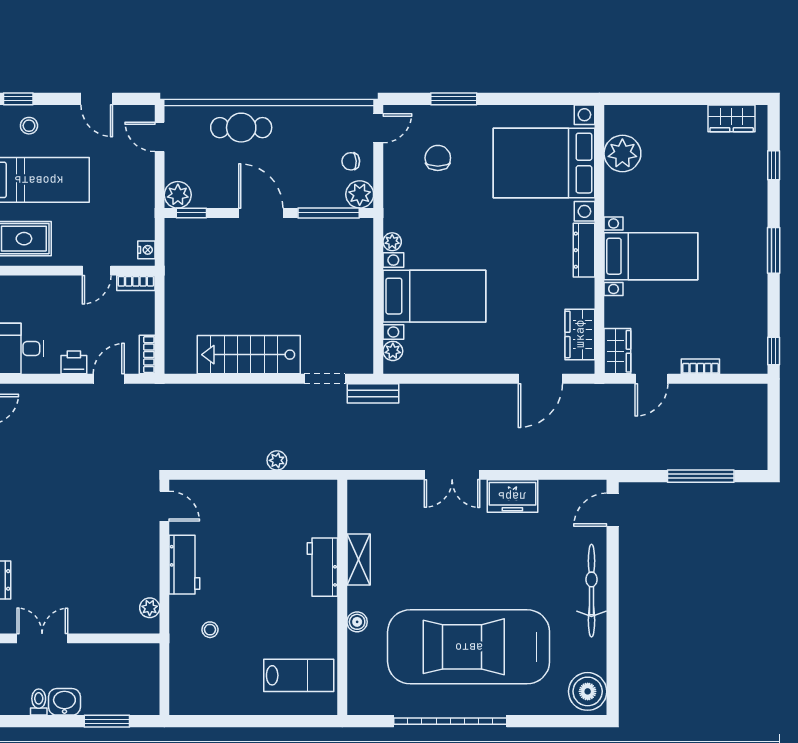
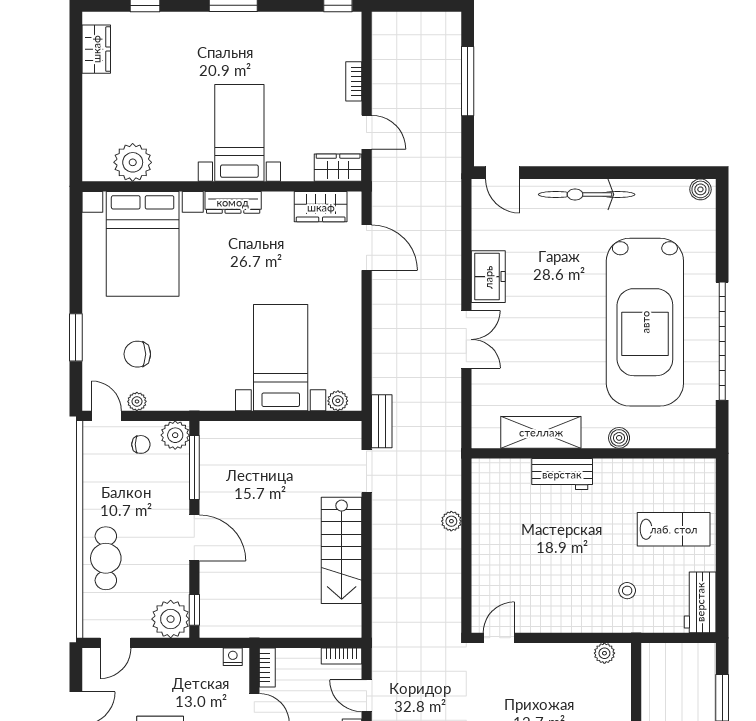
chair: (351, 161) -> (141, 444), turned -87
plant: (178, 195) -> (171, 619), width x1.36, depth x1.36
door: (261, 213) -> (194, 538), swing flipped
plant: (392, 242) -> (137, 401), moved
shelving: (359, 559) -> (541, 432), width x1.50, depth x1.33
workbench: (184, 565) -> (700, 602), moved, turned -90
lab bench: (299, 675) -> (674, 529), moved, turned 90
boiler: (588, 691) -> (700, 189), width x0.54, depth x0.54

